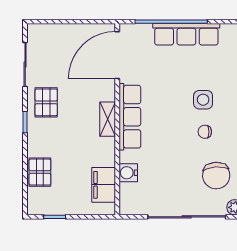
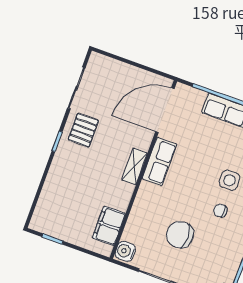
row of seats: (130, 117) -> (160, 161), width x0.68
pallet: (40, 172) -> (54, 193), removed
water cooler: (128, 173) -> (125, 251), moved
chair: (216, 176) -> (180, 235), moved, turned 94

